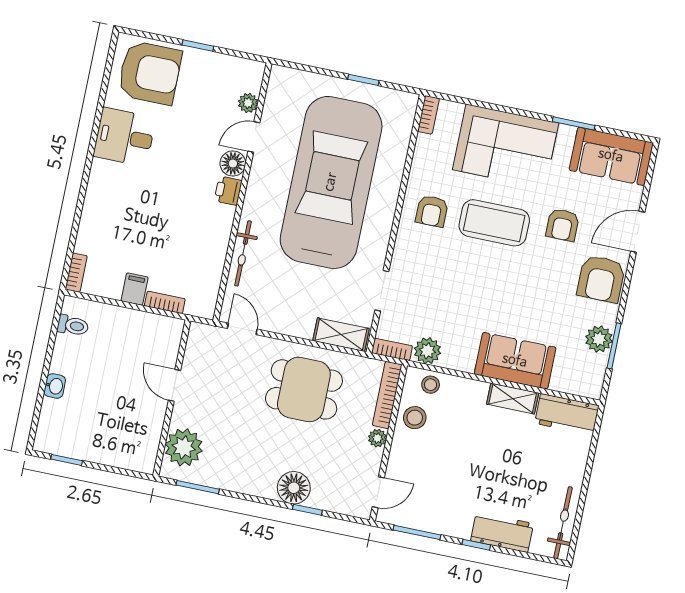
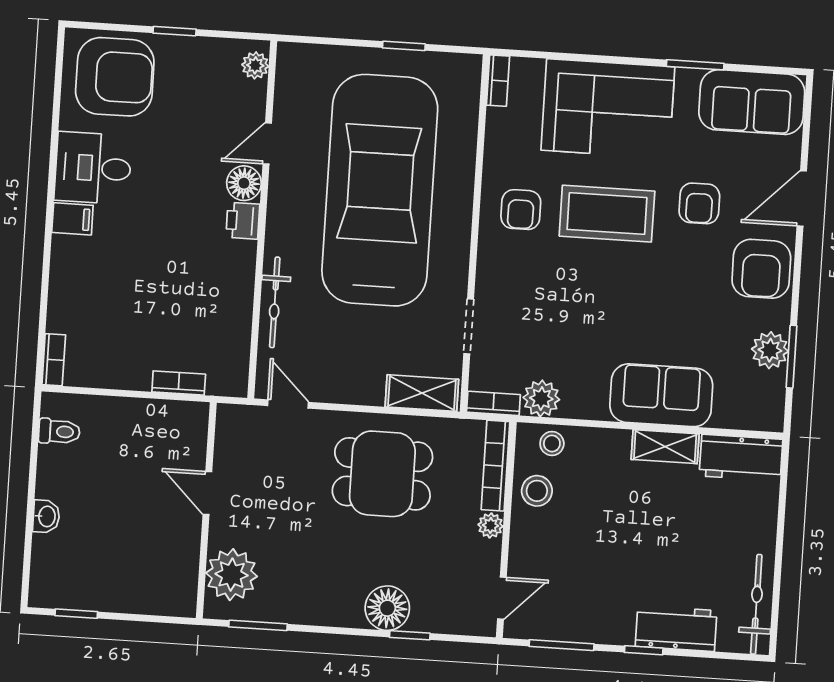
plant: (248, 103) -> (255, 65), moved
filing cabinet: (135, 289) -> (72, 219), moved, turned 90

